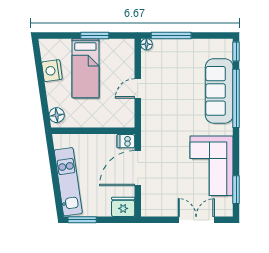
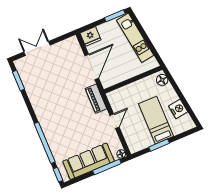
sofa: (219, 91) -> (88, 161), moved, turned -90
piano: (149, 126) -> (96, 99), added
dishwasher: (126, 141) -> (108, 82), removed
corner sofa: (212, 166) -> (42, 90), removed
double door: (196, 220) -> (37, 48), swing flipped

